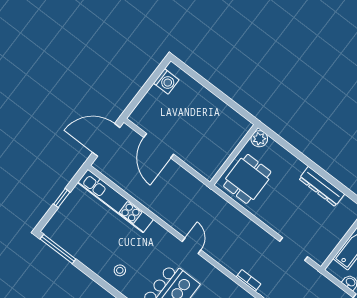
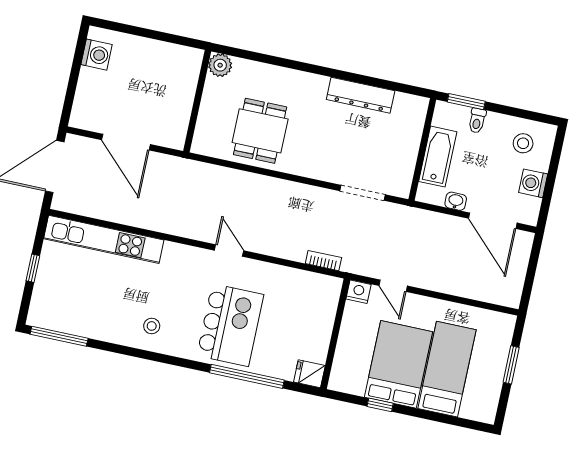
plant: (259, 139) -> (220, 65), moved
wall: (234, 155) -> (197, 101), moved

